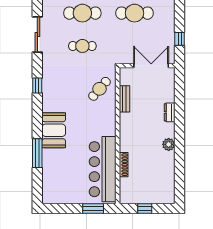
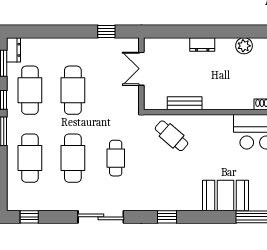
double door: (151, 66) -> (141, 69), width x0.73

